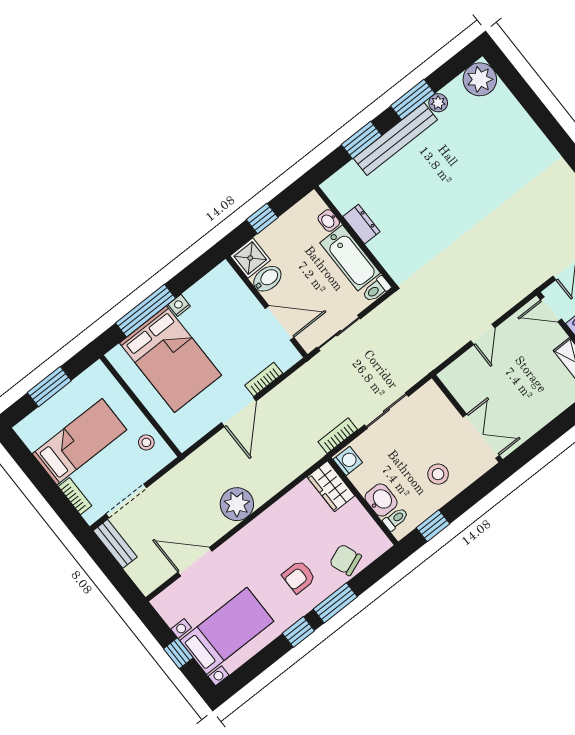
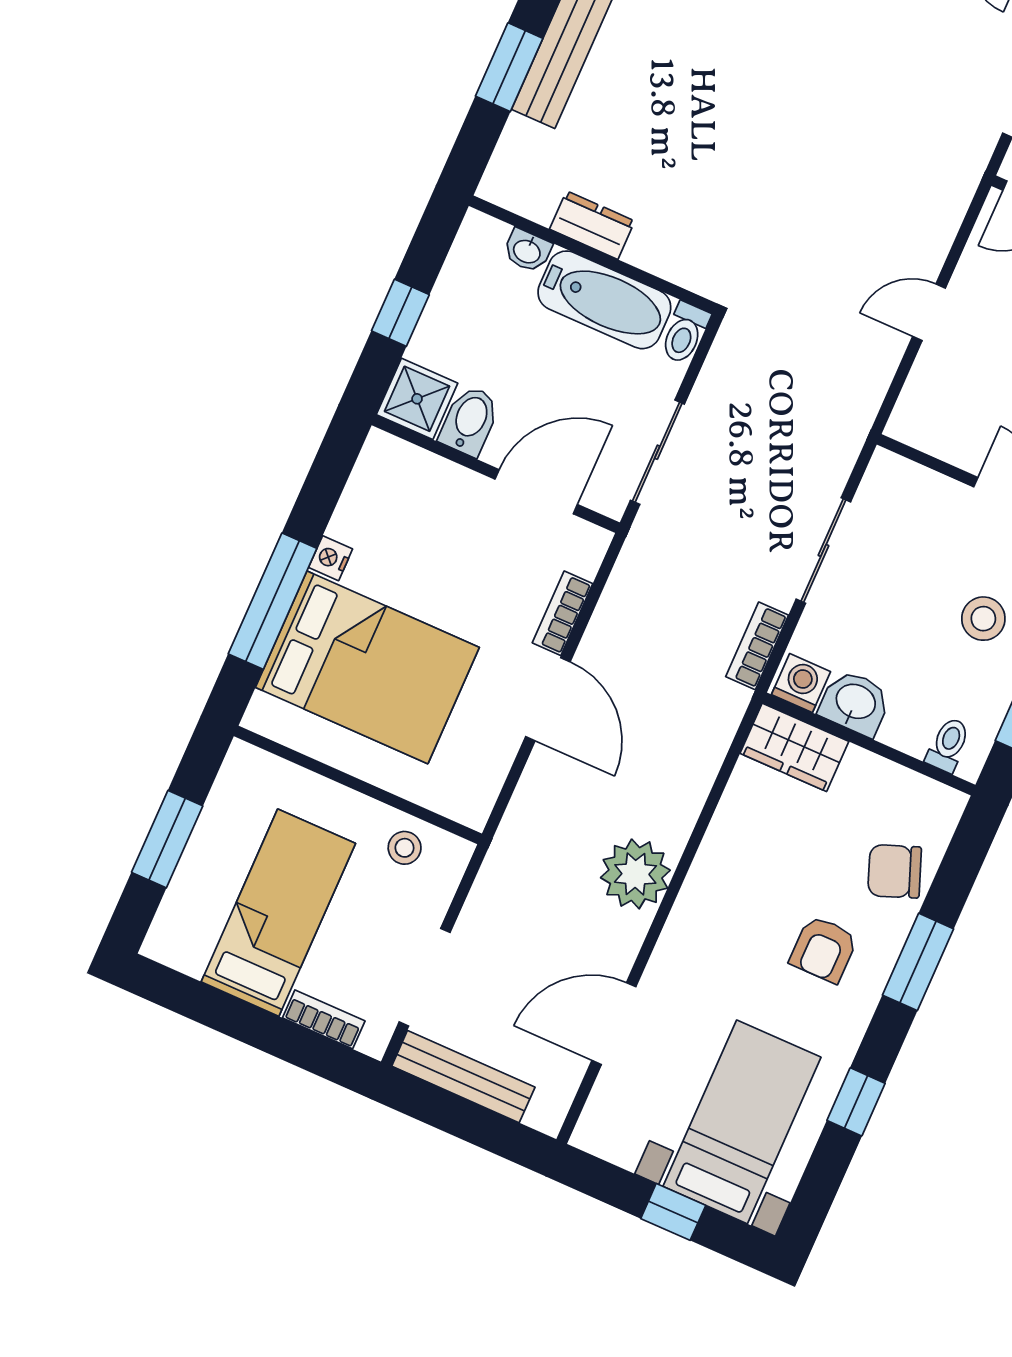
door: (483, 334) -> (929, 312), swing flipped
washbasin: (381, 500) -> (855, 703), moved
bench: (115, 544) -> (463, 1077), width x1.36
window: (298, 632) -> (856, 1102), moved

